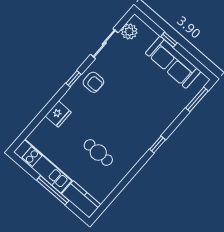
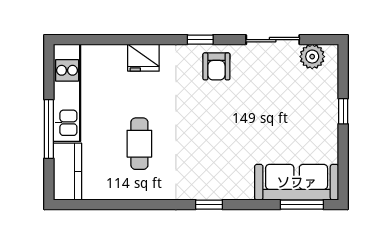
sofa: (173, 62) -> (297, 182), moved, turned 90

